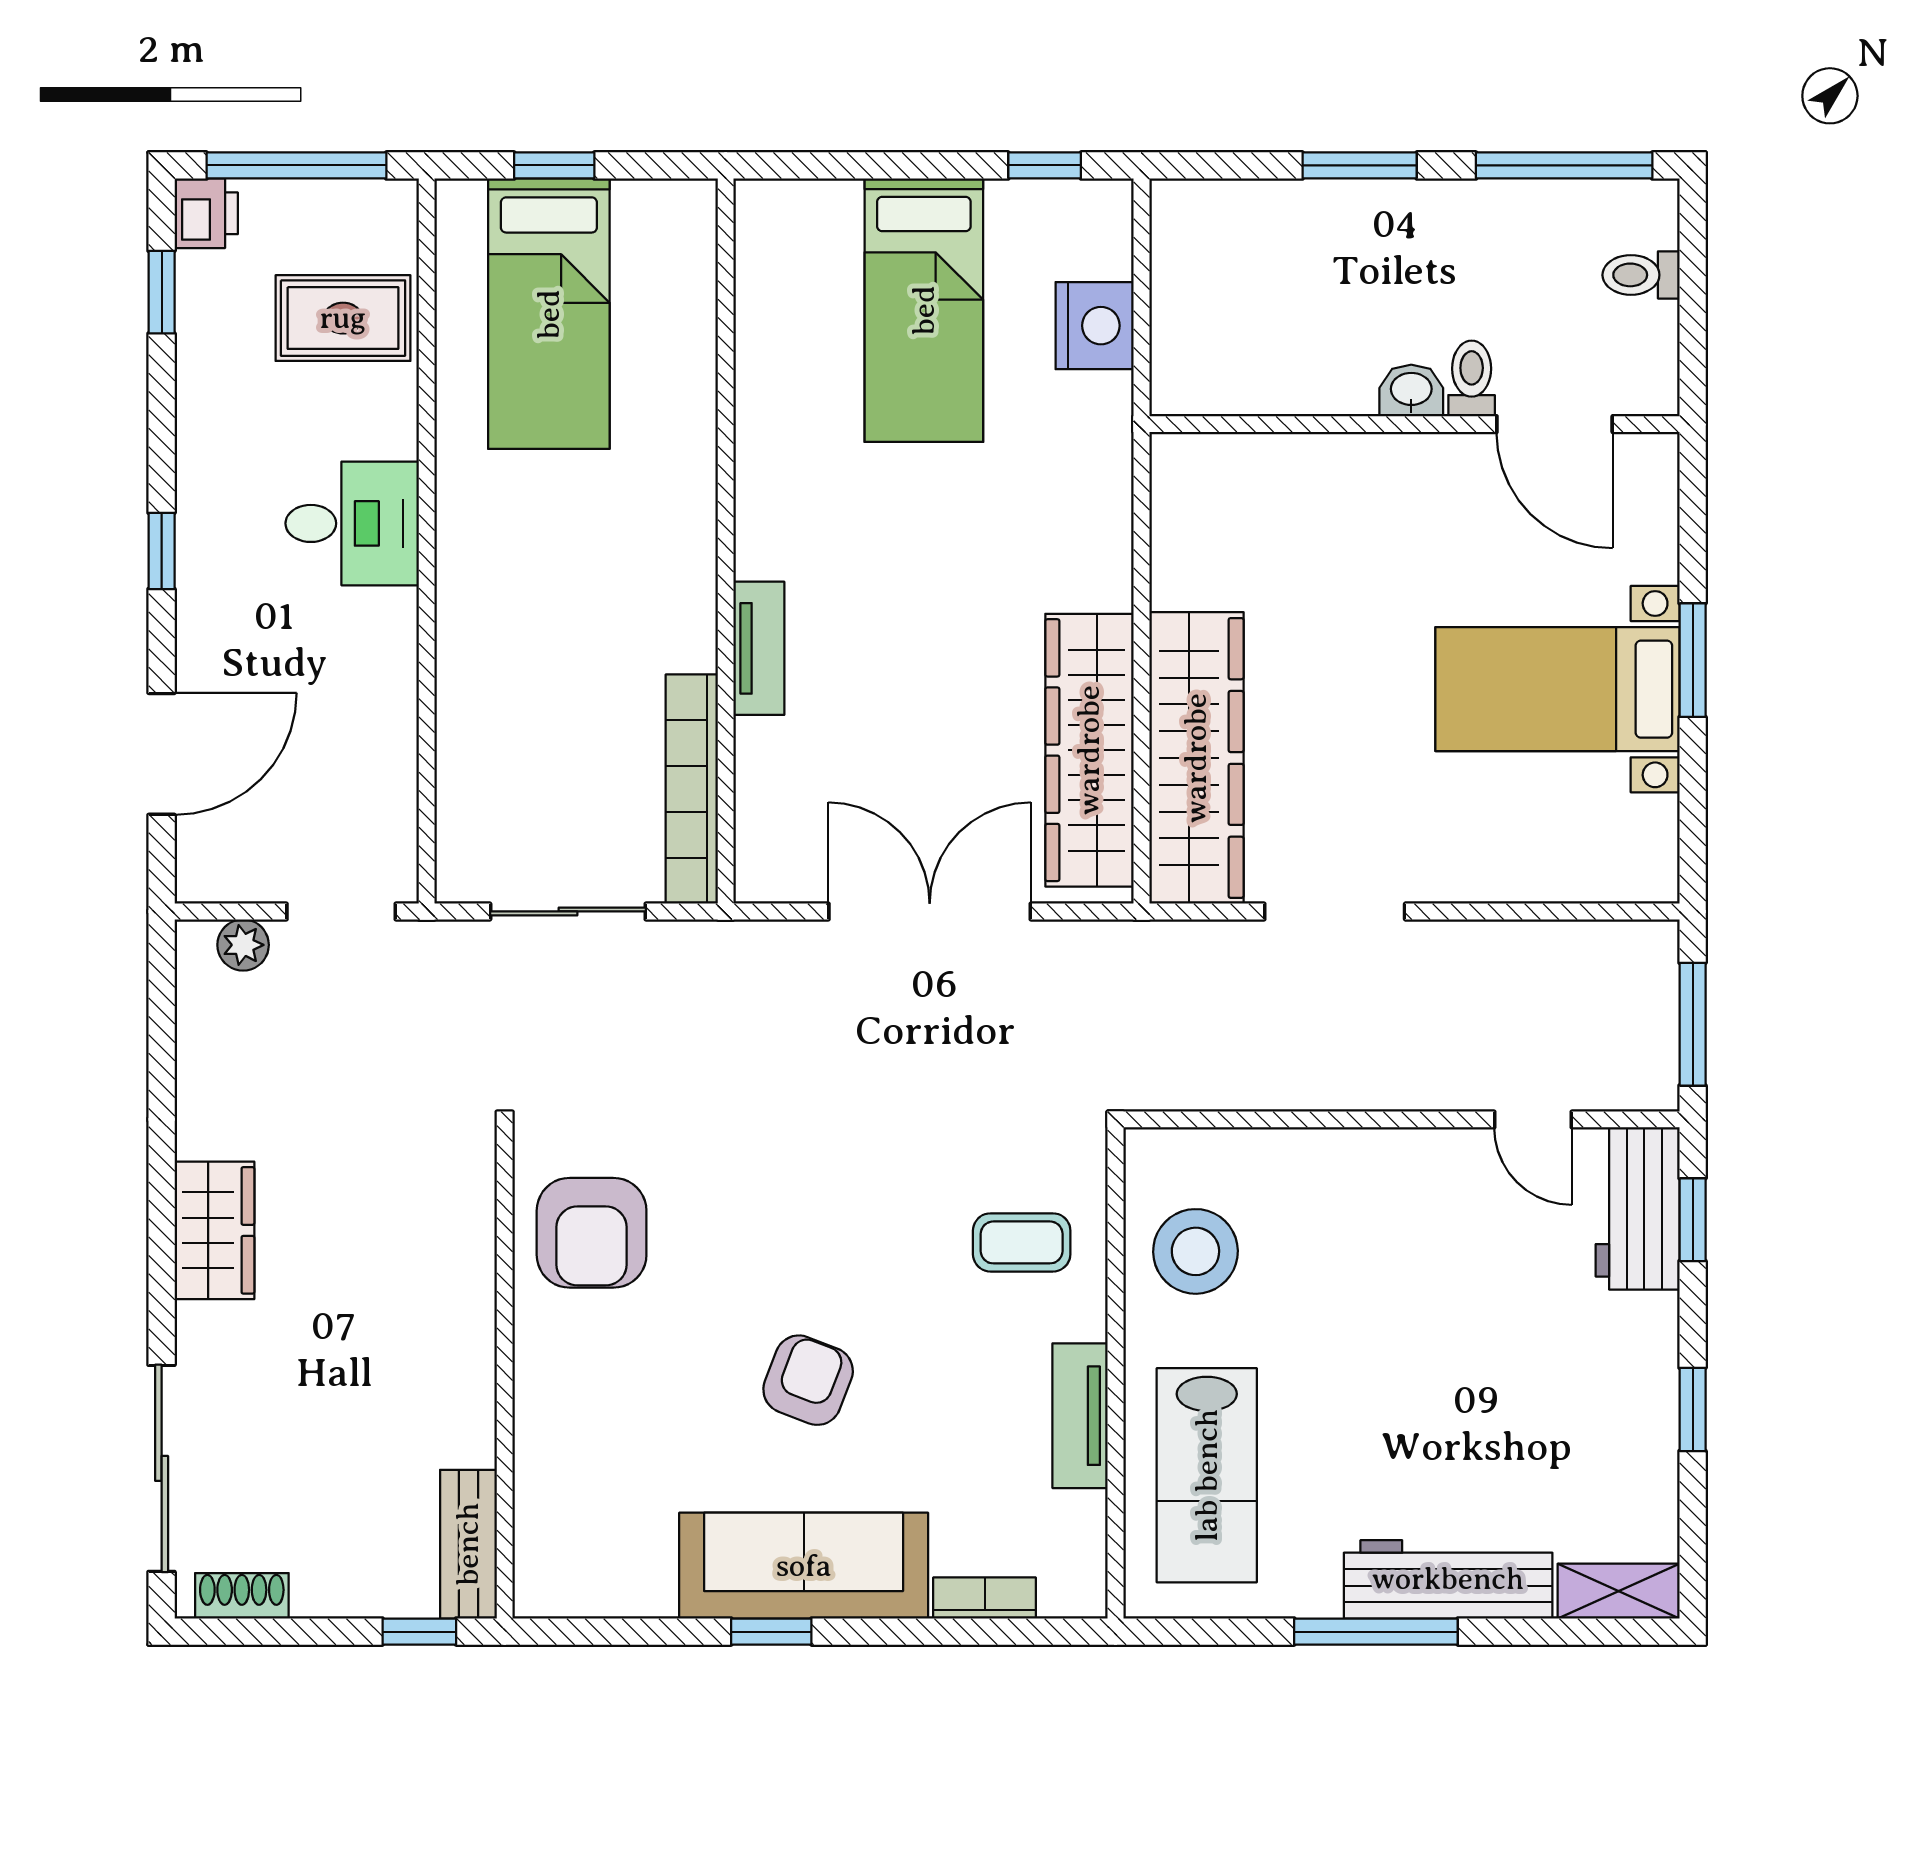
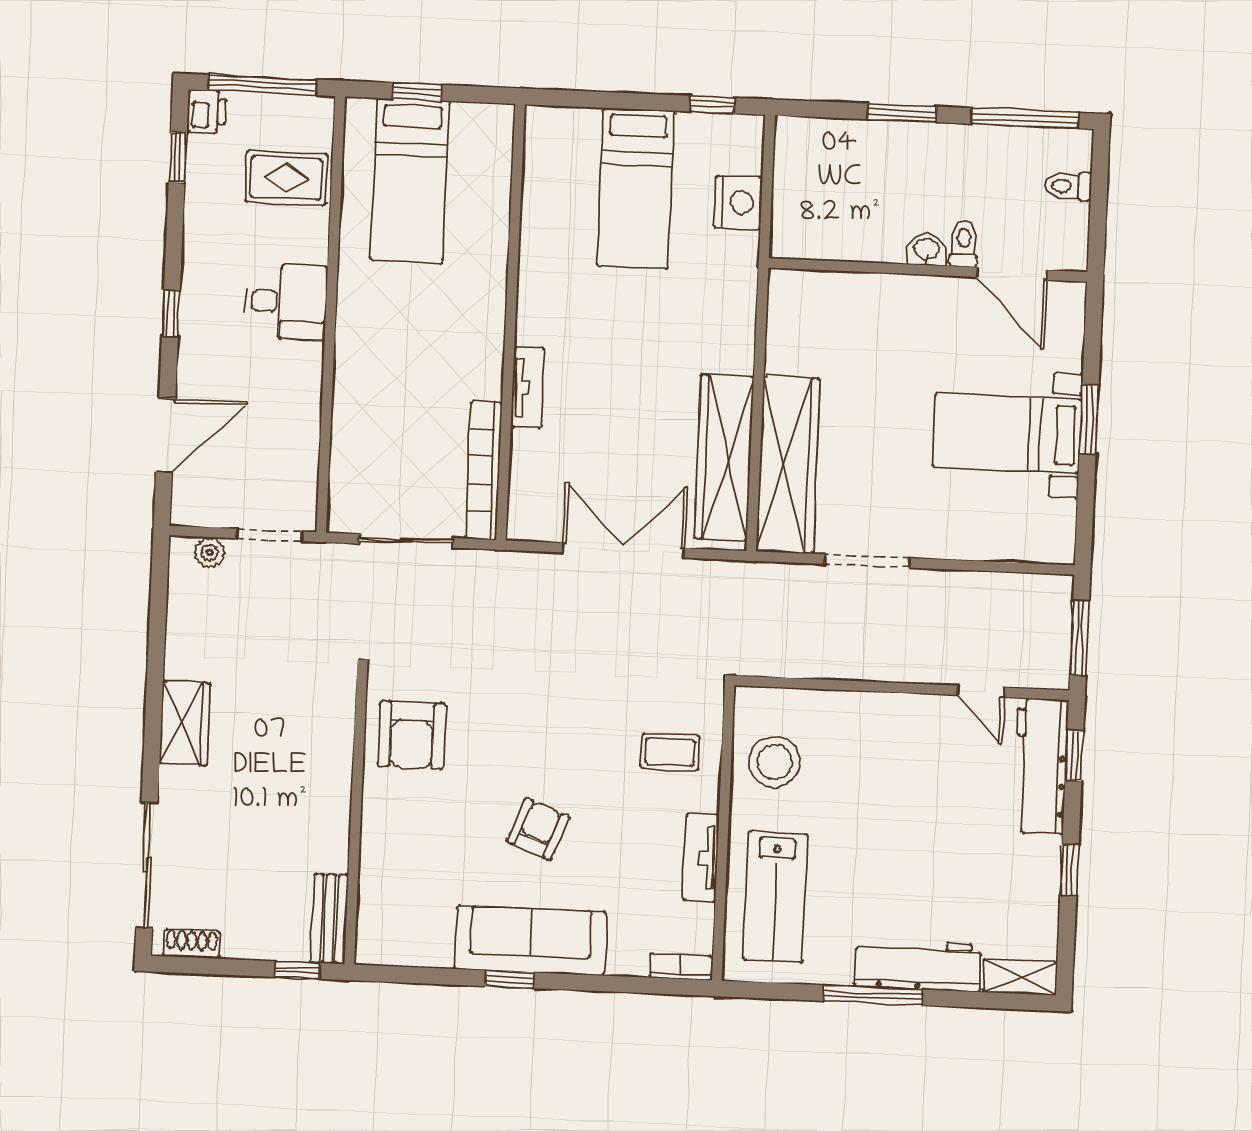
workbench: (1638, 1208) -> (1041, 766), width x1.38
bookcase: (985, 1598) -> (681, 967), moved

